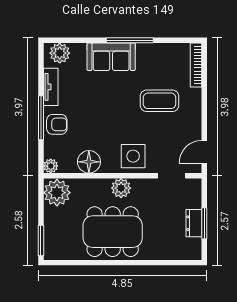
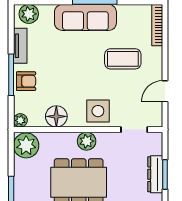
sofa: (111, 57) -> (85, 17), width x1.36
door: (204, 152) -> (165, 91), moved
dresser: (194, 223) -> (155, 174), width x1.44

